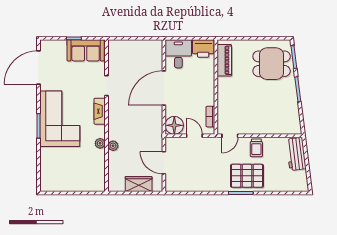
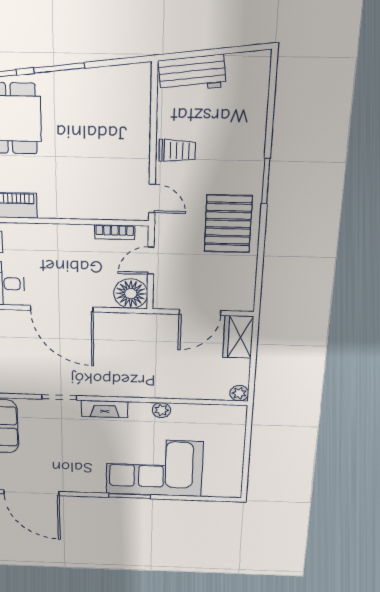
corner sofa: (60, 119) -> (154, 468), moved
plant: (113, 146) -> (239, 393), moved
pallet: (247, 176) -> (228, 224), moved
wardrobe: (139, 184) -> (238, 337), moved

